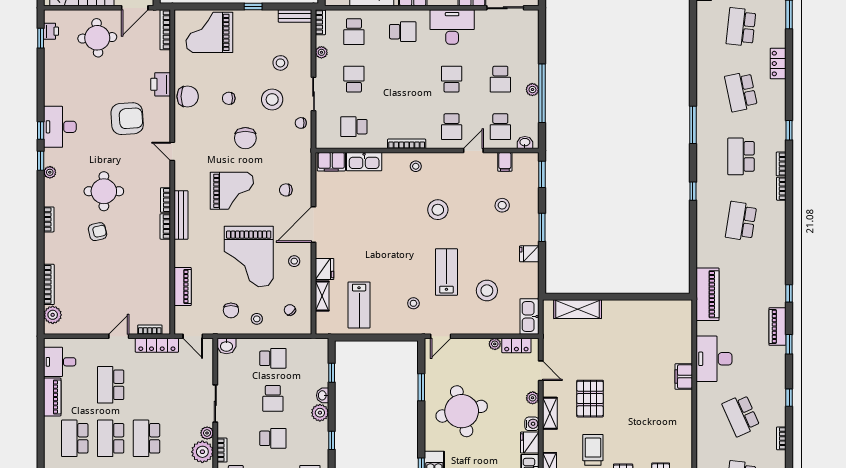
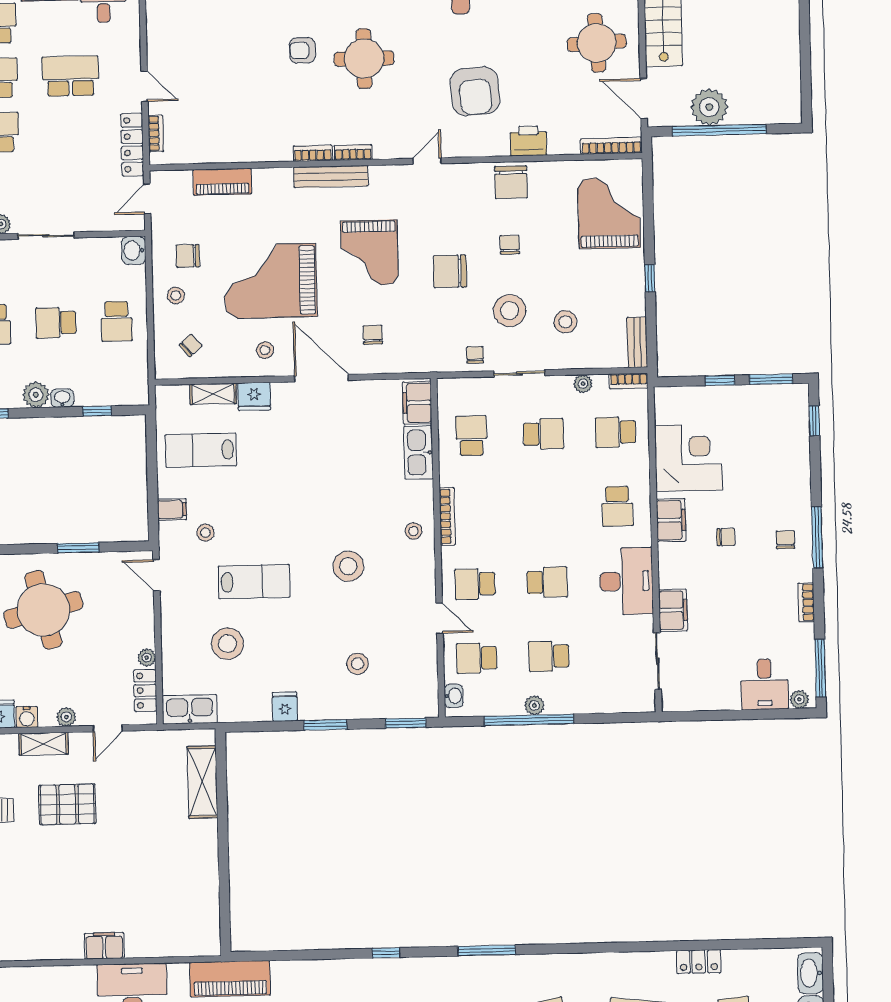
filing cabinet: (505, 162) -> (172, 509), moved, turned 180
armchair: (97, 232) -> (302, 50), turned 103

